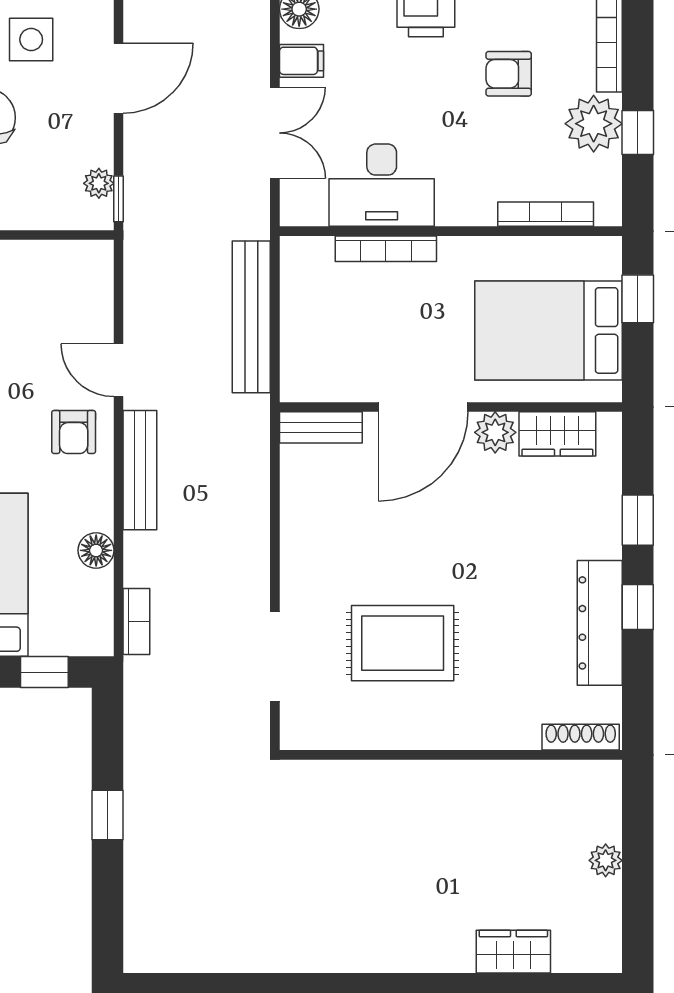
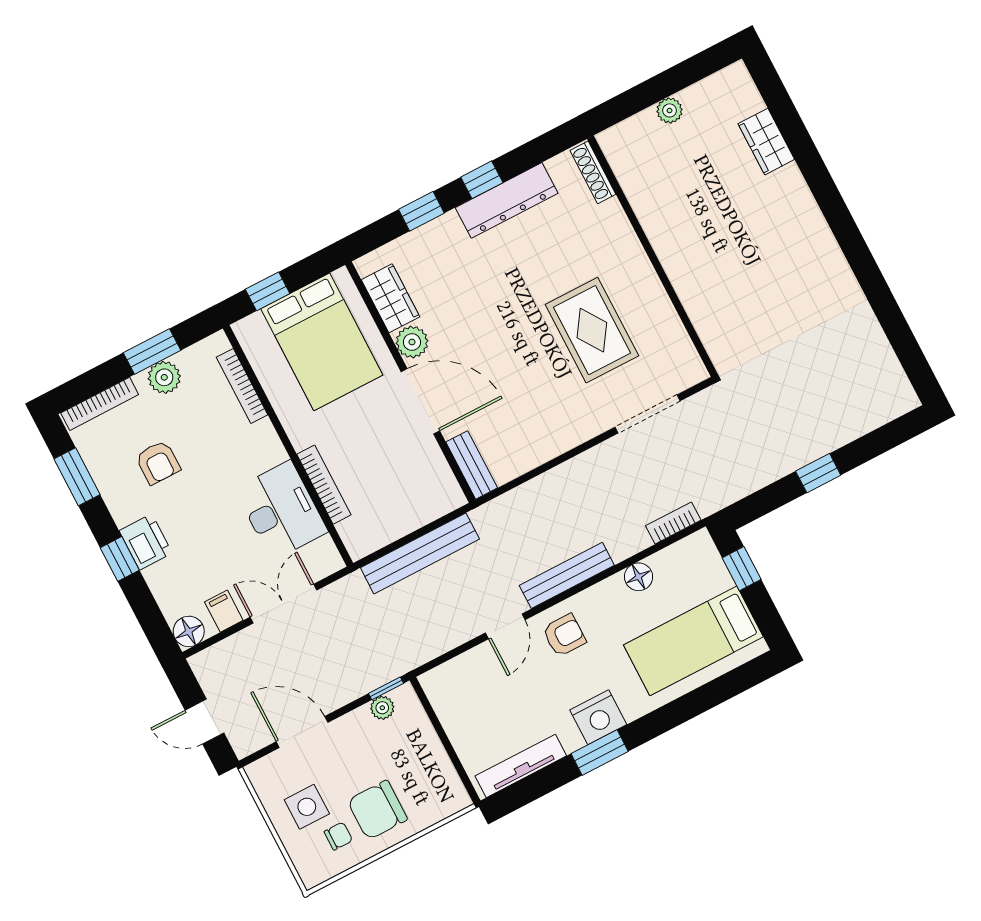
plant: (594, 124) -> (164, 377), width x0.73, depth x0.73
window: (638, 133) -> (152, 352), width x1.50

